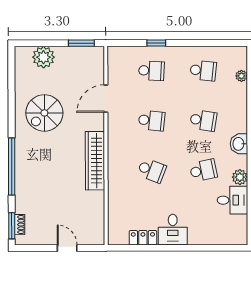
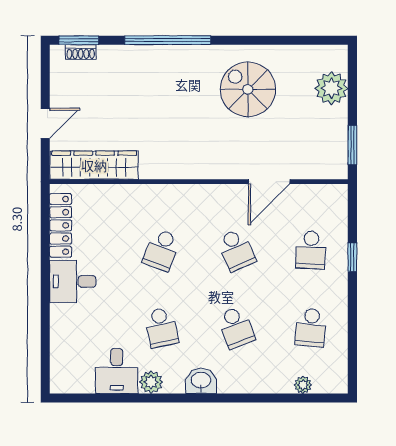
door: (106, 99) -> (269, 182), swing flipped
school desk: (203, 120) -> (236, 327), turned -30
school desk: (152, 121) -> (236, 250), turned -30
wardrobe: (95, 161) -> (94, 165), moved
locker: (143, 238) -> (61, 225), width x1.53

